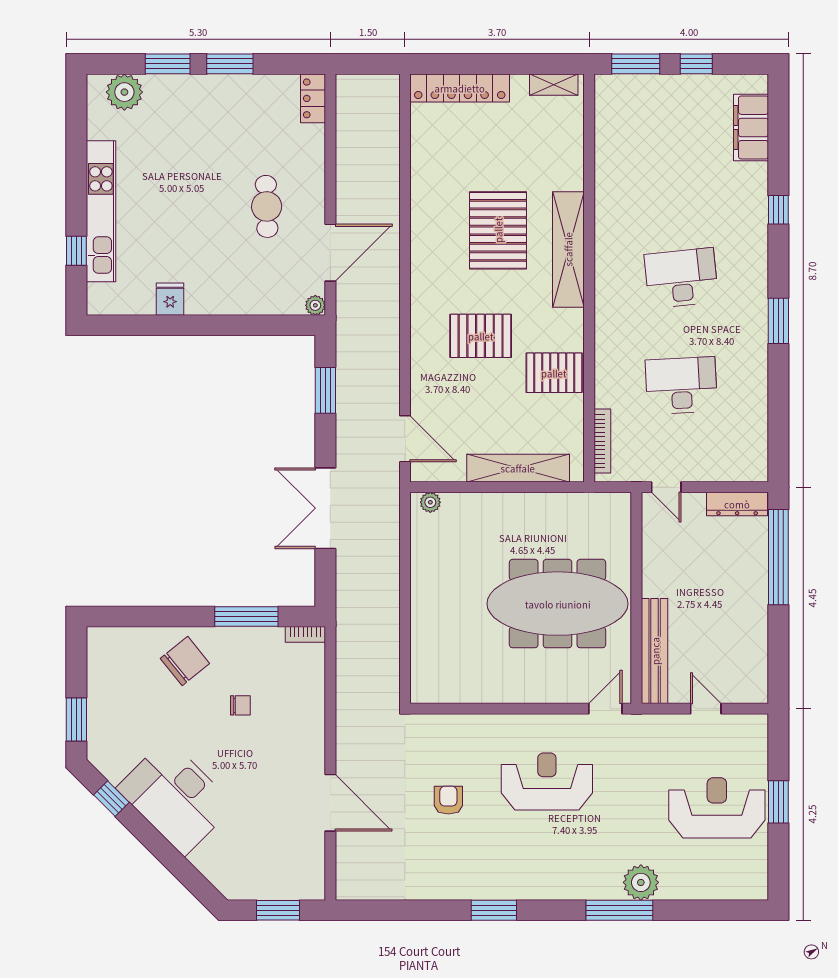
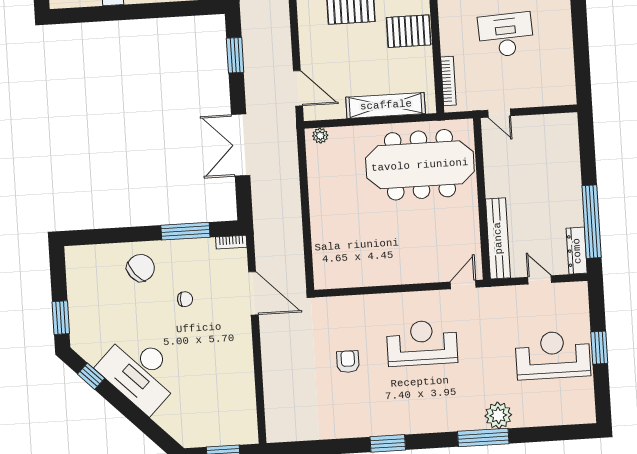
dresser: (737, 504) -> (577, 251), moved, turned 90
window: (778, 557) -> (592, 222), moved
meeting table: (558, 604) -> (420, 165), moved
door: (330, 803) -> (253, 293), moved

